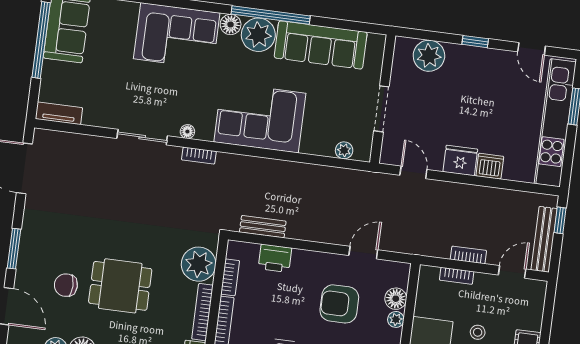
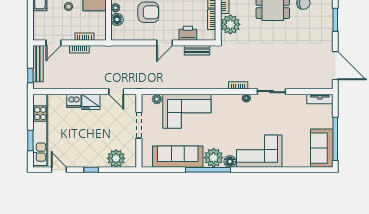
corner sofa: (260, 118) -> (187, 111), moved
door: (363, 253) -> (165, 43), moved

